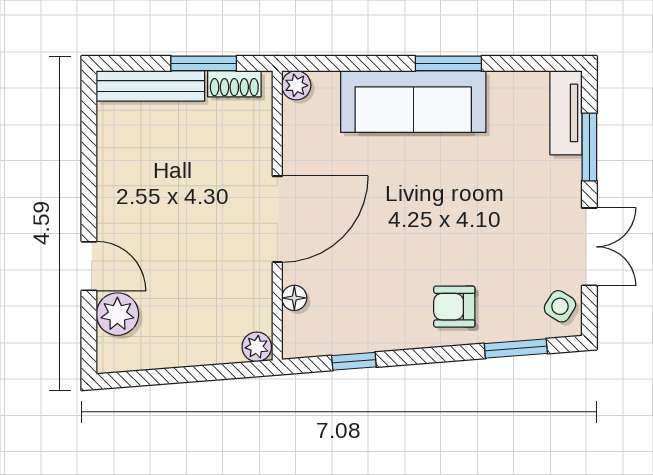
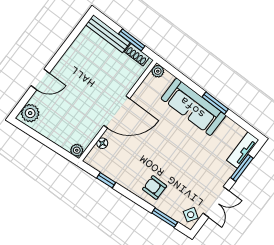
door: (89, 266) -> (40, 79), hinge flipped
plant: (117, 314) -> (30, 113), moved

